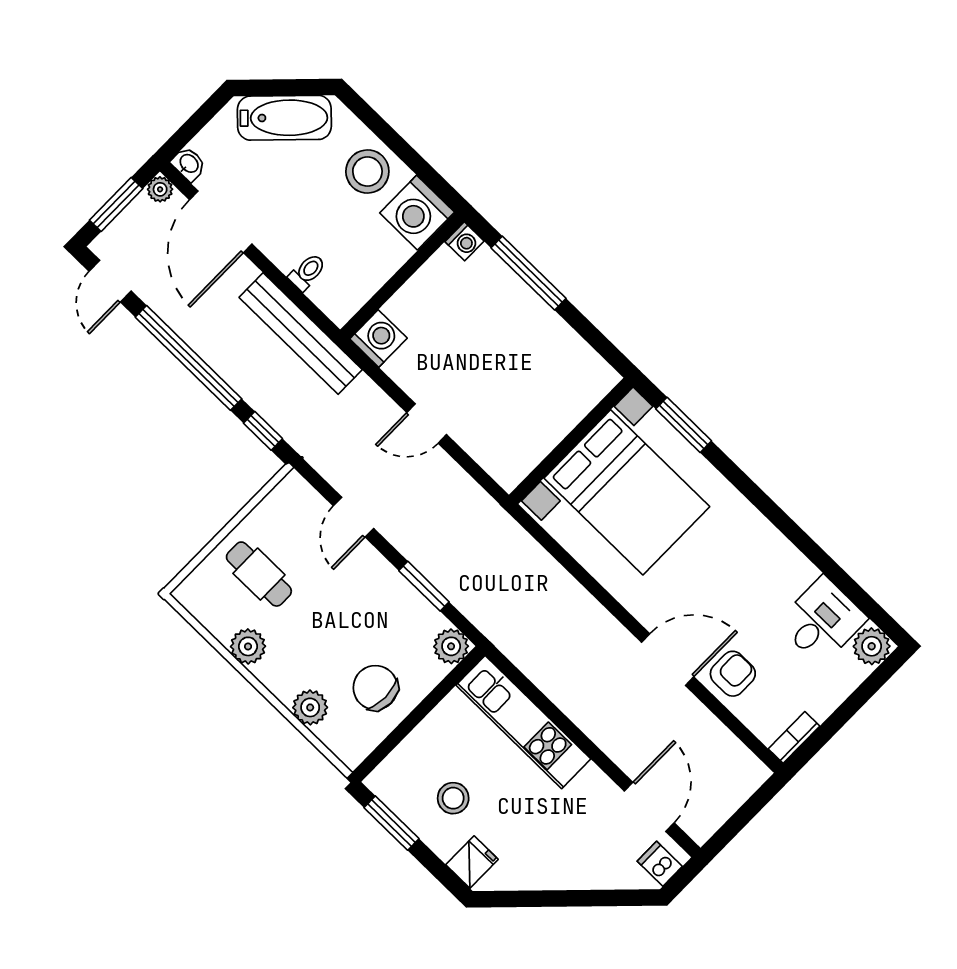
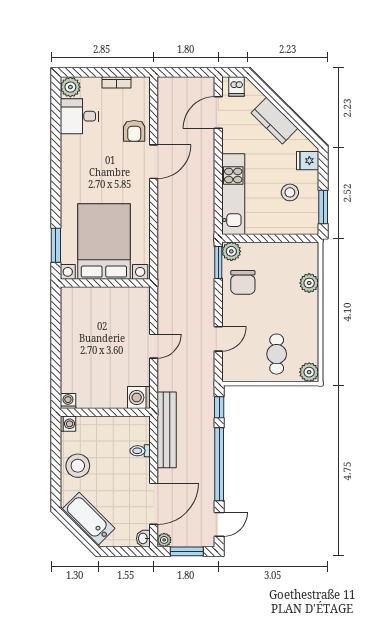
washing machine: (417, 213) -> (68, 424), width x0.53, depth x0.53
window: (529, 273) -> (56, 364), removed
door: (427, 424) -> (154, 346), hinge flipped
window: (424, 586) -> (218, 262), moved
plant: (248, 646) -> (309, 372), moved
door: (668, 660) -> (154, 162), swing flipped
armchair: (733, 674) -> (134, 131), turned -90
chair: (375, 688) -> (243, 282), moved
bookcase: (794, 737) -> (117, 82), moved
kitchen counter: (567, 870) -> (274, 121), added

